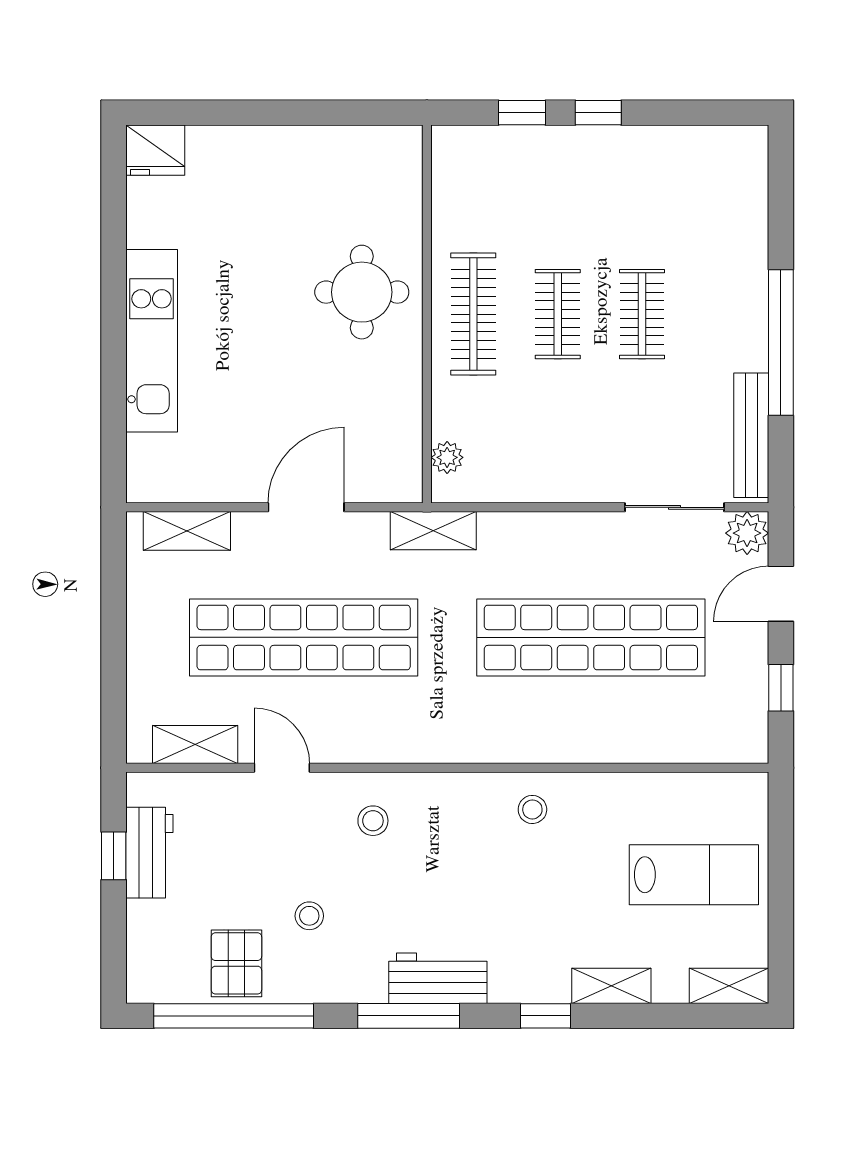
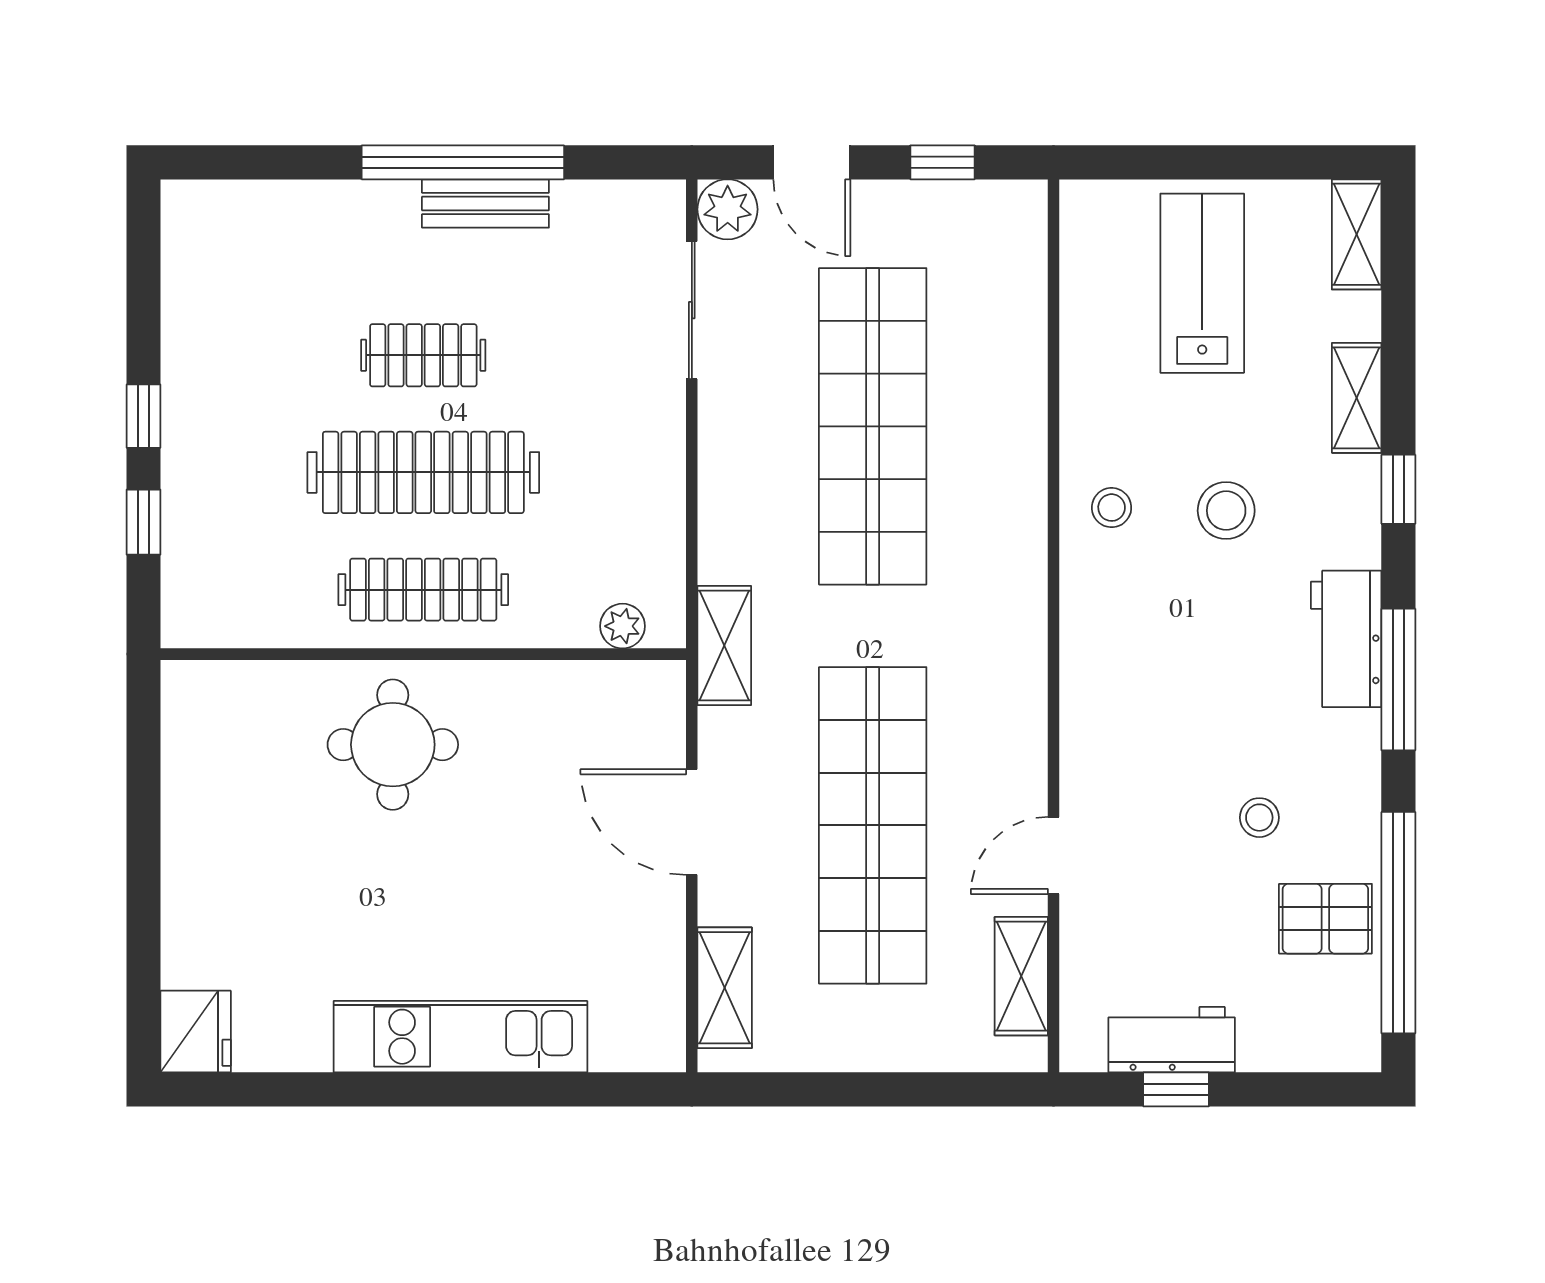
clothes rail: (558, 314) -> (423, 472), width x1.86, depth x1.31
bench: (751, 435) -> (485, 204), moved, width x0.73
stool: (373, 821) -> (1226, 511), moved, width x1.37, depth x1.37

